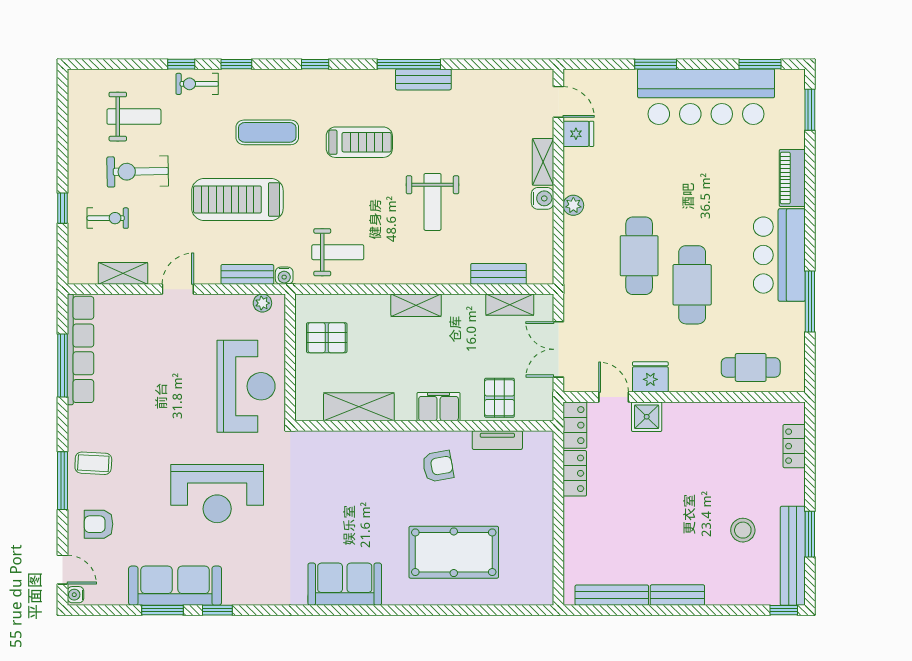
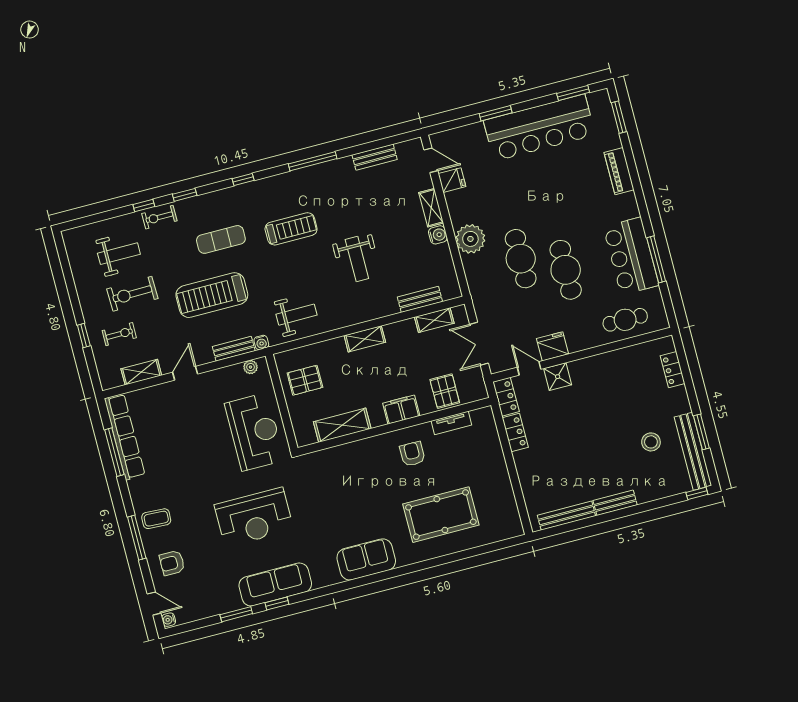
bench: (423, 79) -> (375, 157), moved
plant: (573, 205) -> (470, 239), width x1.87, depth x1.87
bar counter: (779, 255) -> (631, 256), moved
armchair: (438, 466) -> (412, 454), turned -80
sofa: (175, 586) -> (275, 585), moved

